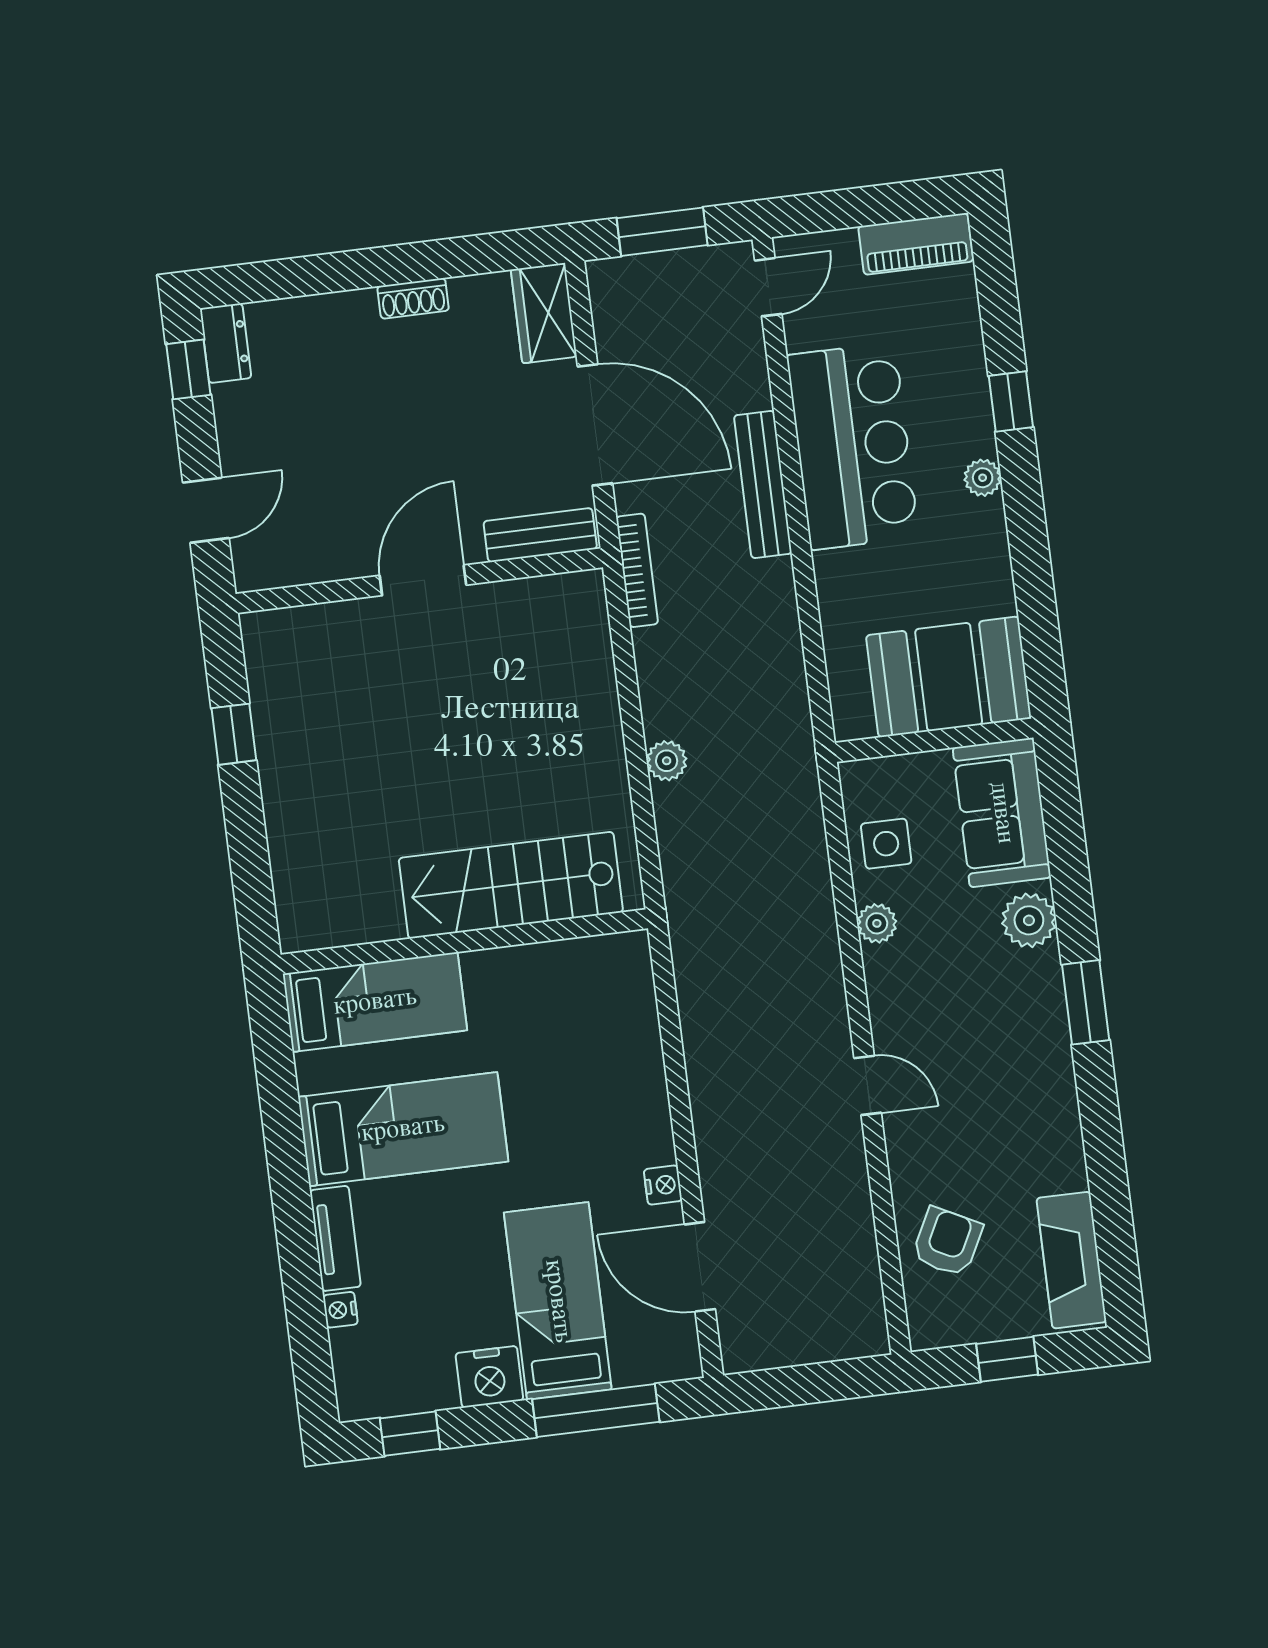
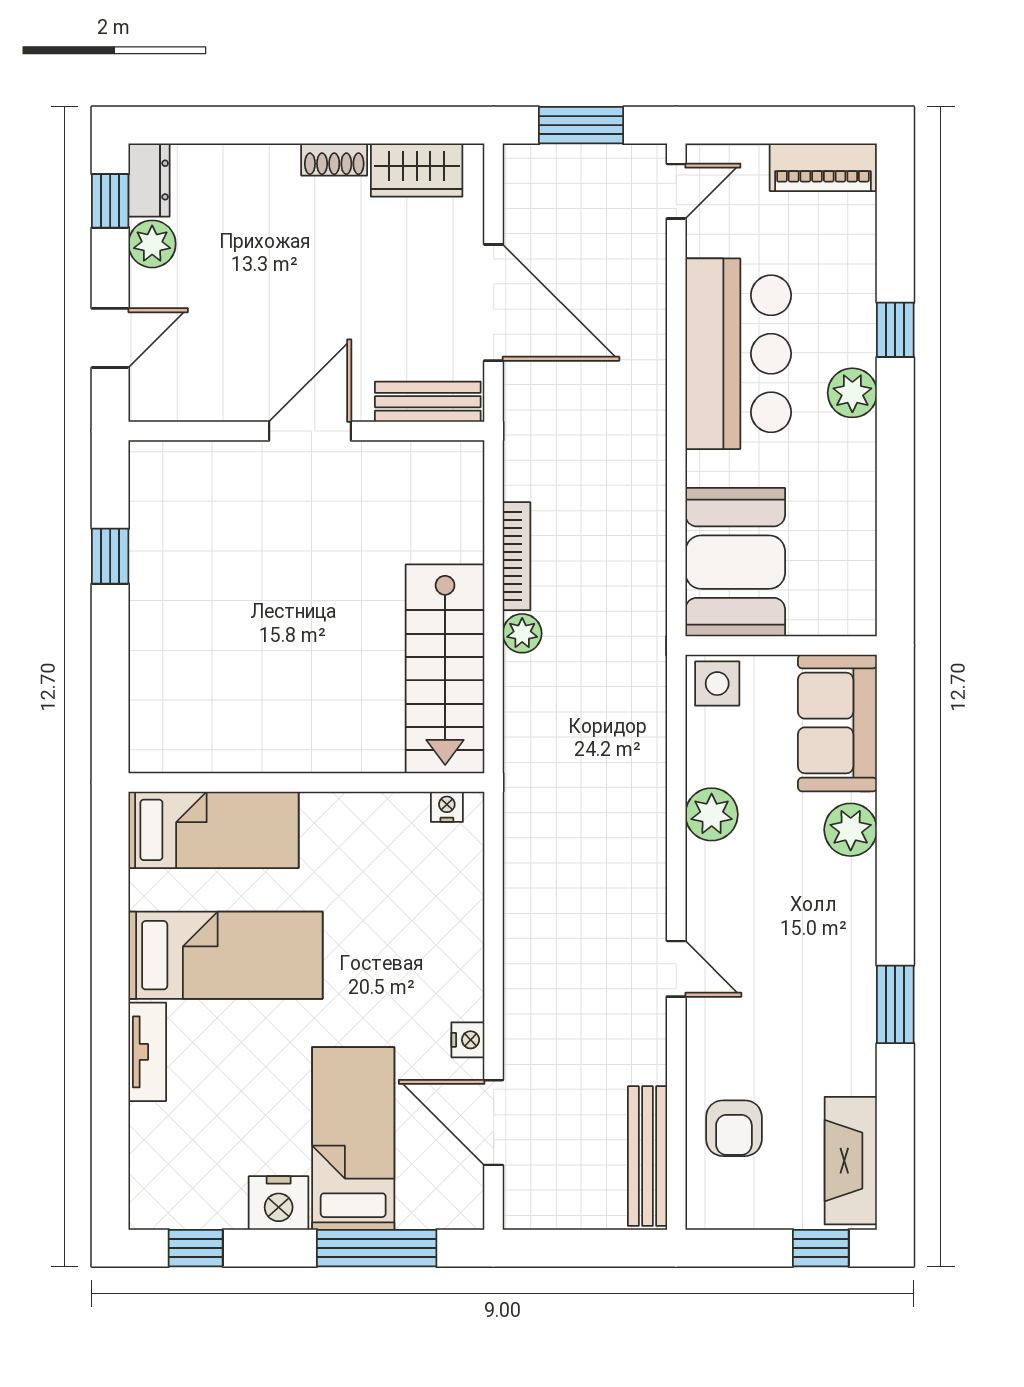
wardrobe: (544, 313) -> (417, 170), moved, turned -90
plant: (237, 408) -> (152, 244), added
plant: (983, 478) -> (852, 393), width x1.38, depth x1.38
bench: (763, 484) -> (647, 1156), moved
bookcase: (637, 570) -> (517, 556), moved
booth: (949, 677) -> (735, 562), moved, turned 90
side table: (886, 844) -> (717, 684), moved
stairs: (511, 885) -> (445, 669), moved, turned -90
plant: (877, 923) -> (712, 814), width x1.38, depth x1.38
window: (1086, 1002) -> (895, 1004), moved
armchair: (947, 1242) -> (734, 1128), turned 153
nightstand: (340, 1310) -> (447, 807), moved, turned 90
window: (1007, 1359) -> (821, 1248), moved

